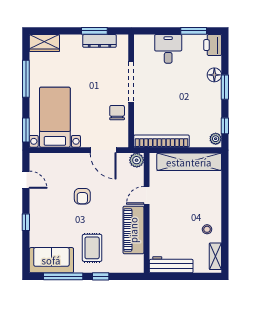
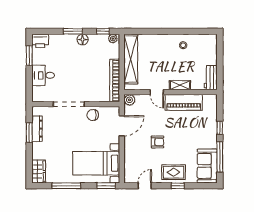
floor lamp: (214, 75) -> (83, 40), moved
rug: (92, 248) -> (173, 172), moved
shelving: (215, 256) -> (180, 85), moved
workbench: (171, 265) -> (211, 78), width x0.73

